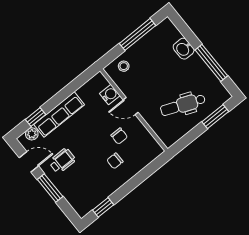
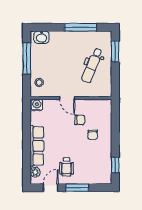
washbasin: (184, 49) -> (42, 37), moved
water cooler: (110, 94) -> (37, 105), moved
door: (131, 106) -> (67, 98), hinge flipped
window: (35, 117) -> (27, 162), removed
wheelchair: (62, 161) -> (67, 167), turned 180

